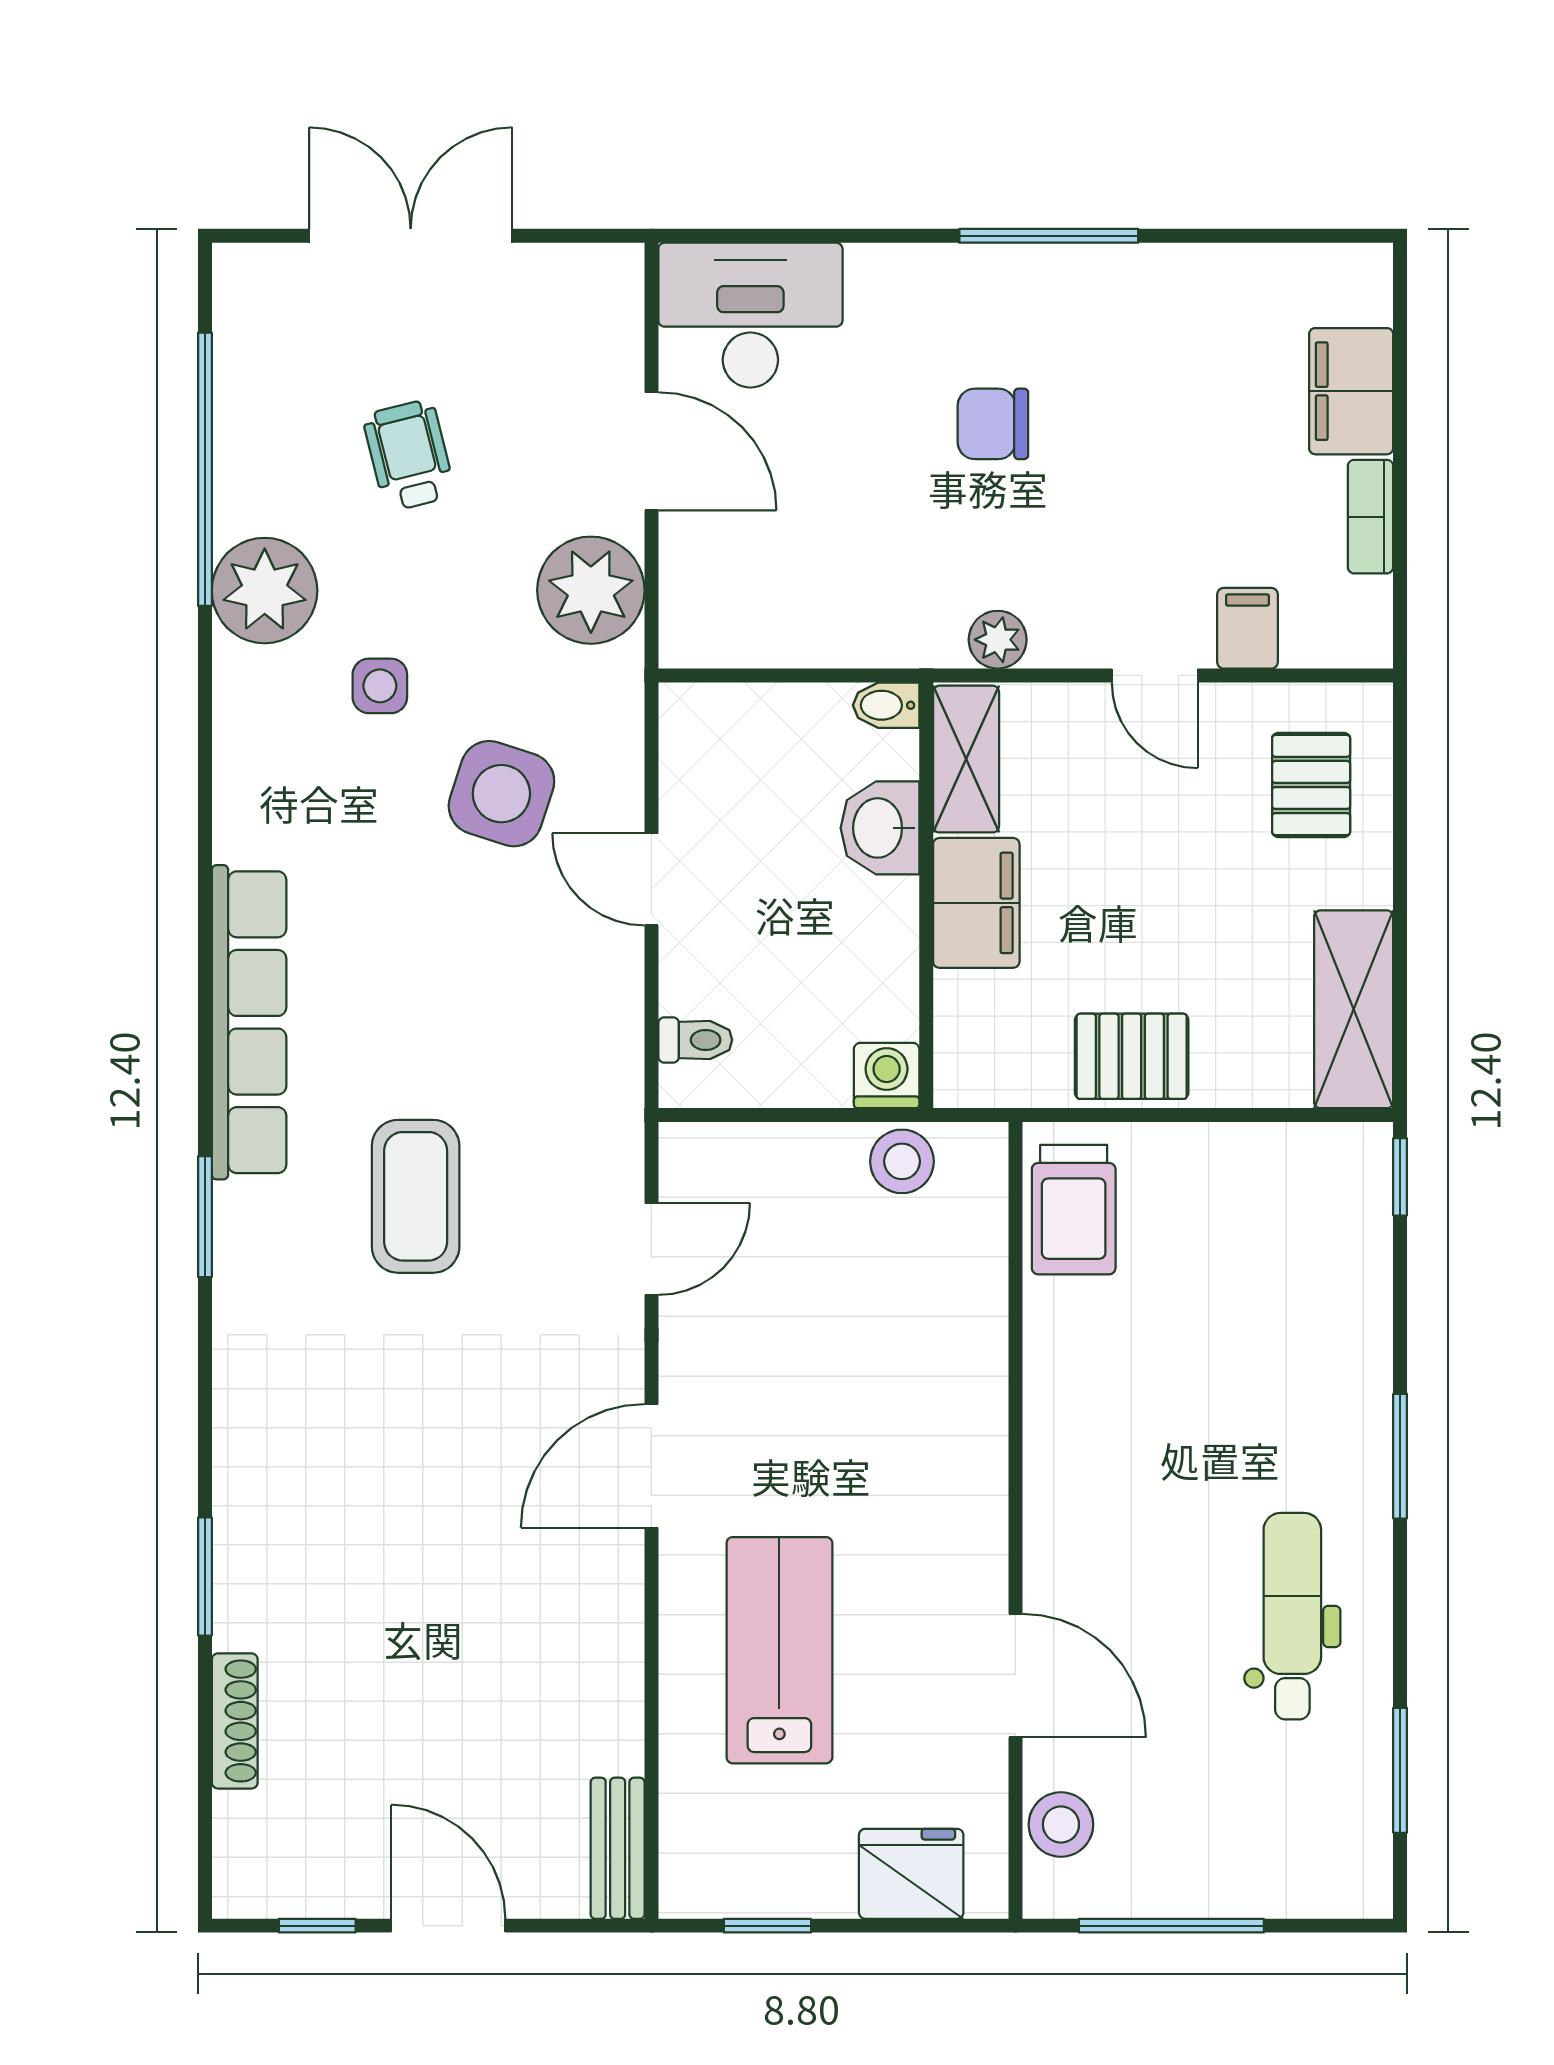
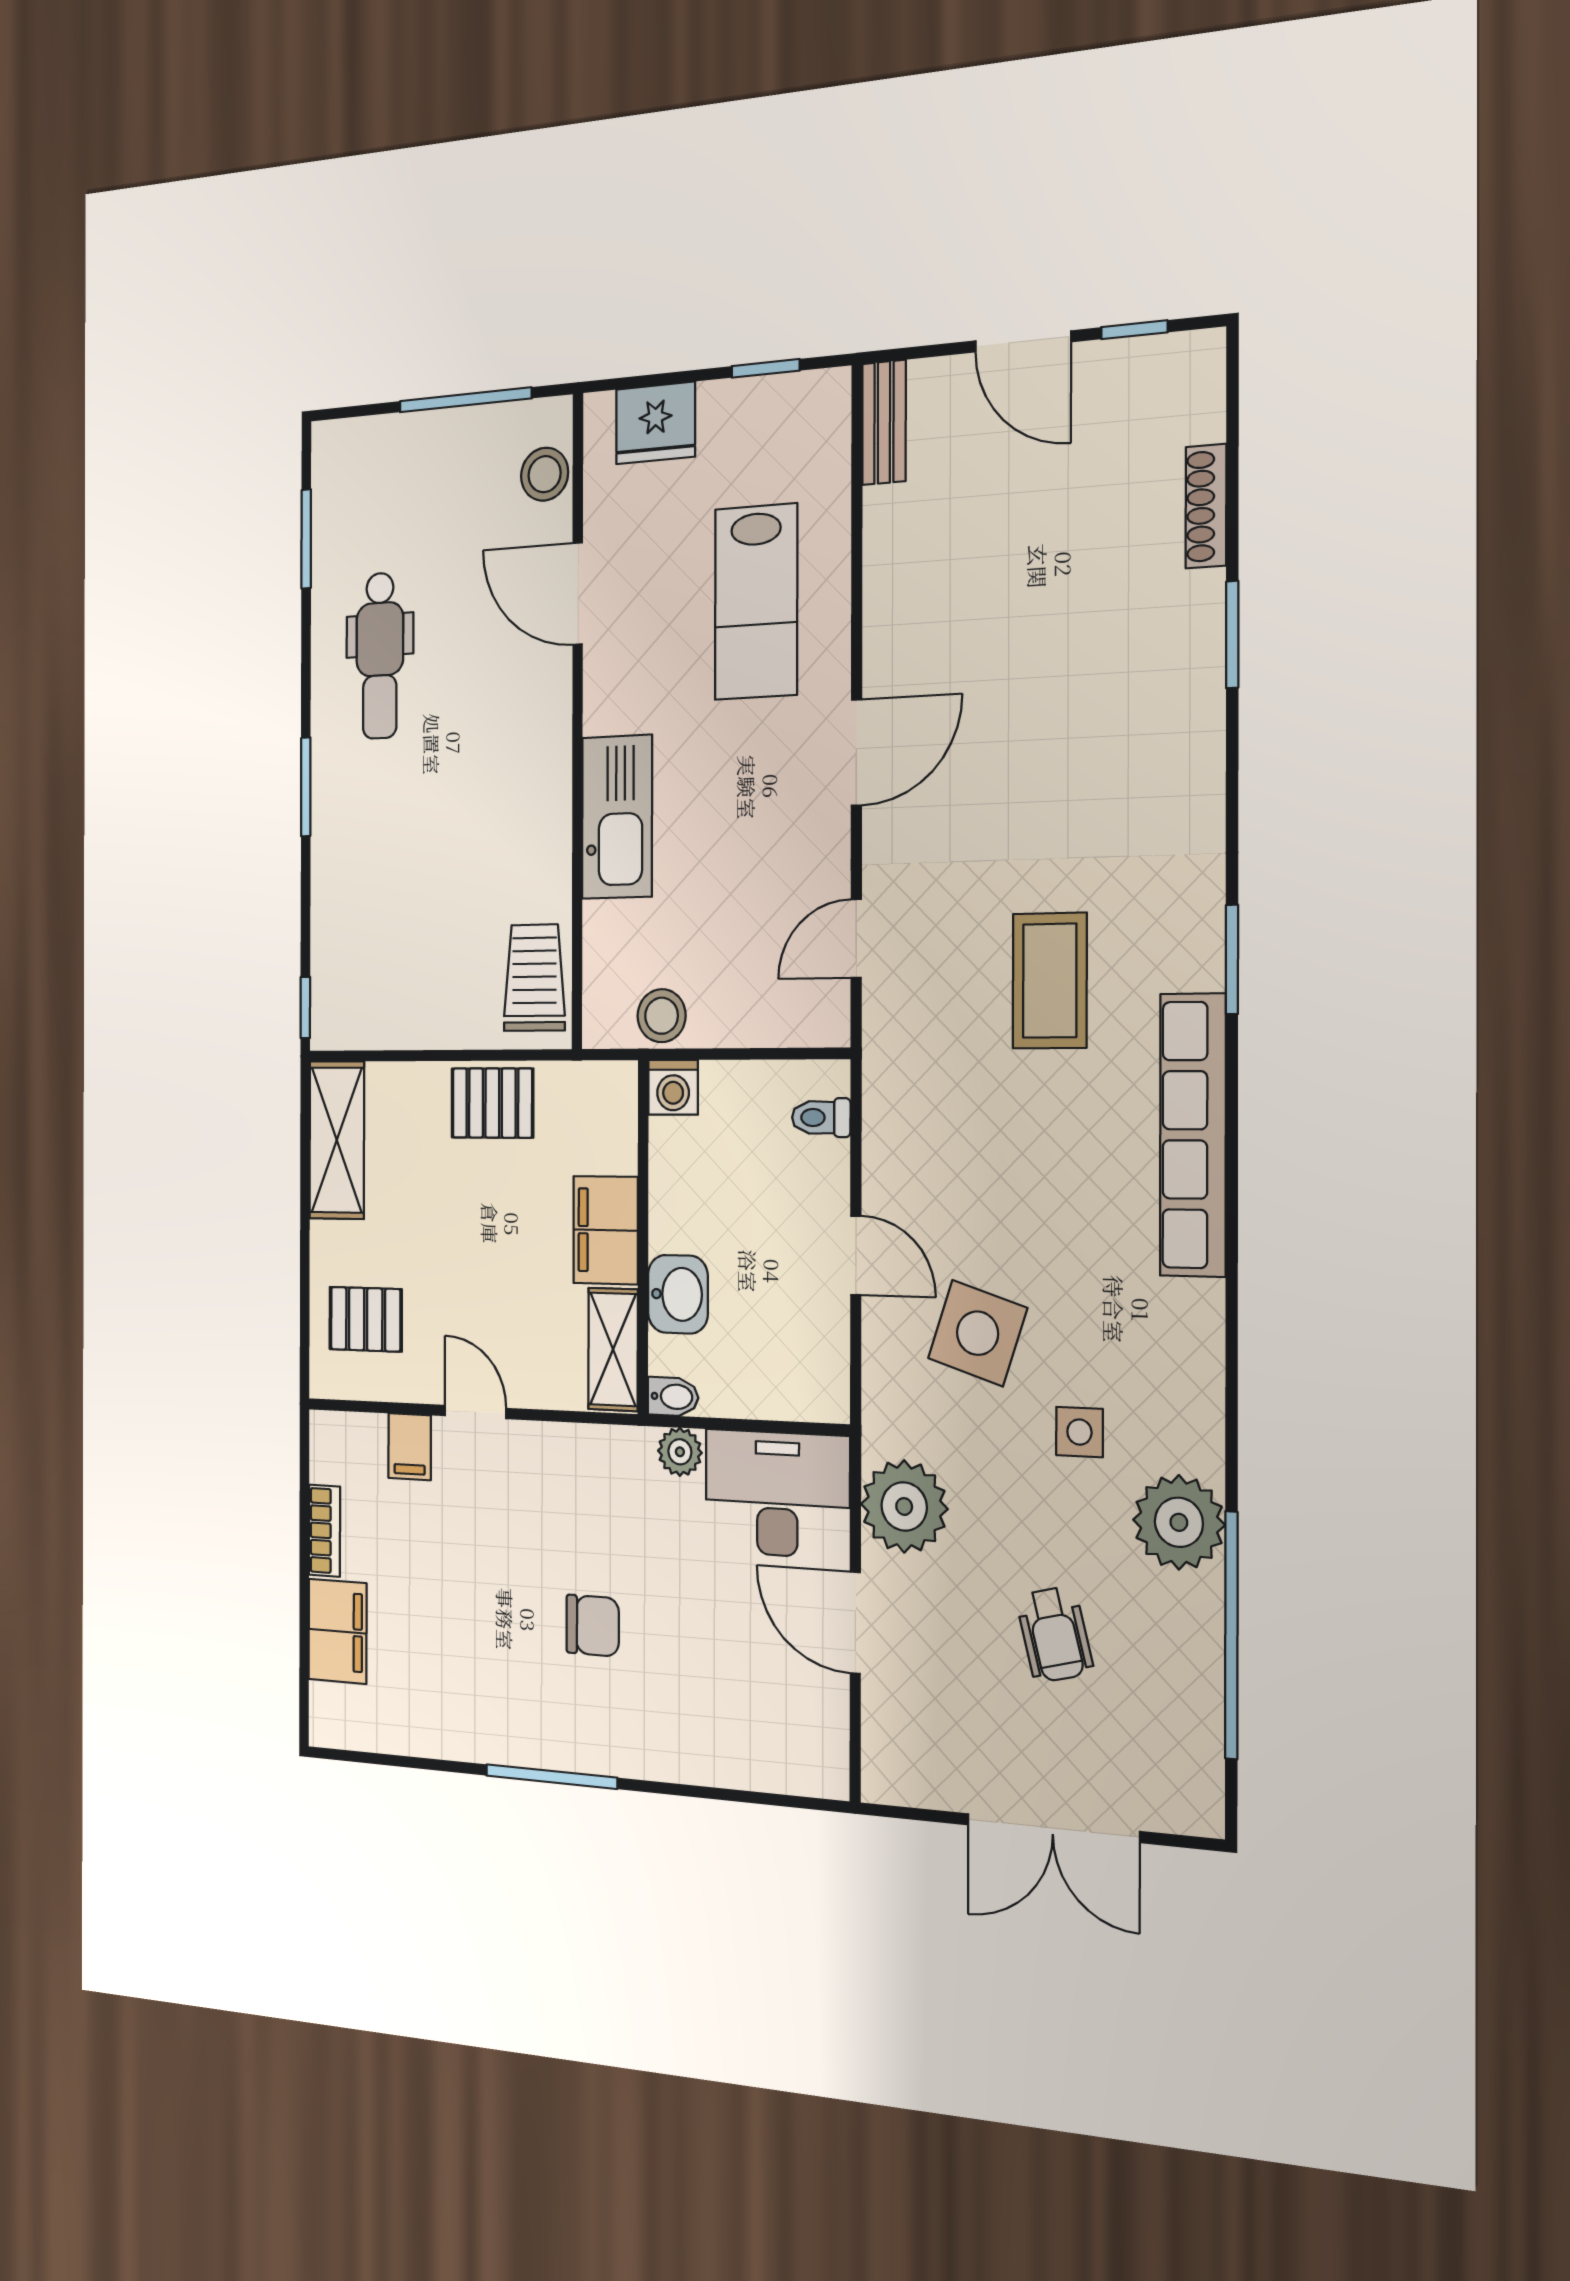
desk: (750, 315) -> (777, 1494), moved, turned 180
plant: (998, 640) -> (680, 1452), moved
pallet: (1311, 785) -> (366, 1319), turned 90
kitchen sink: (962, 1402) -> (617, 817), added

